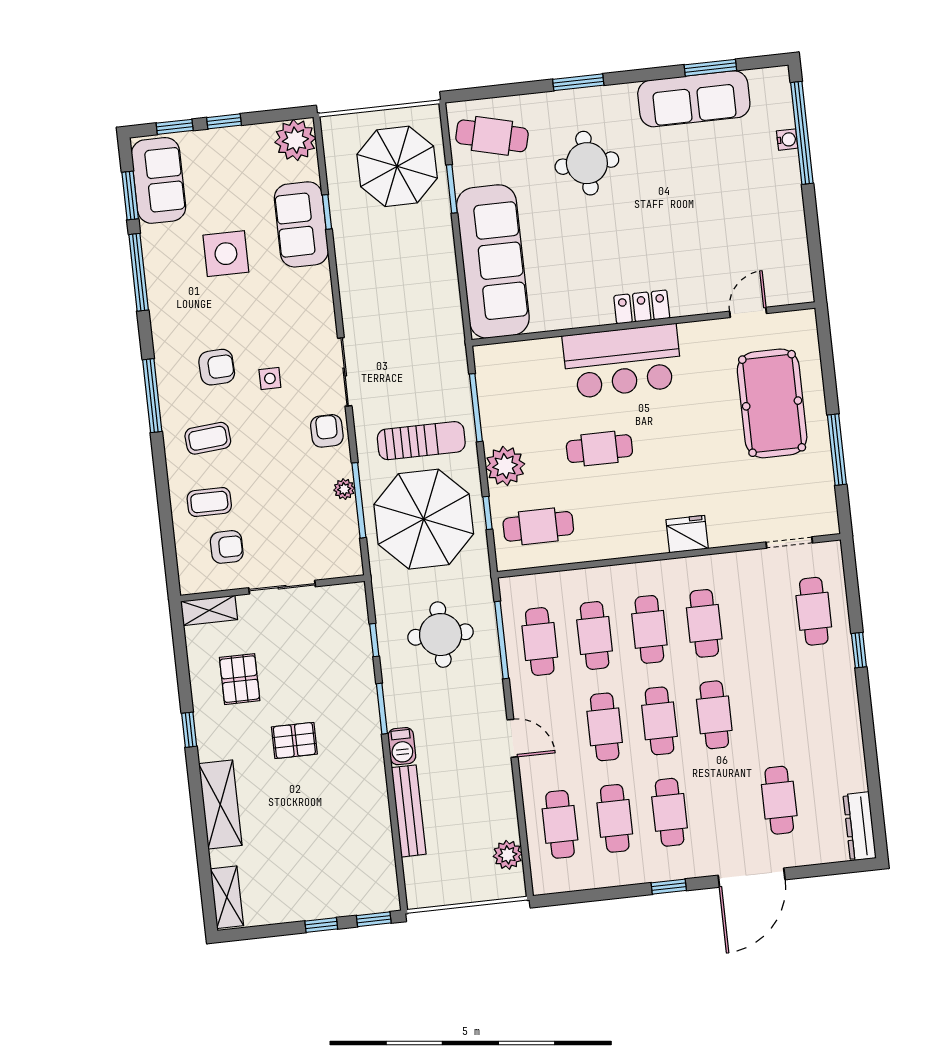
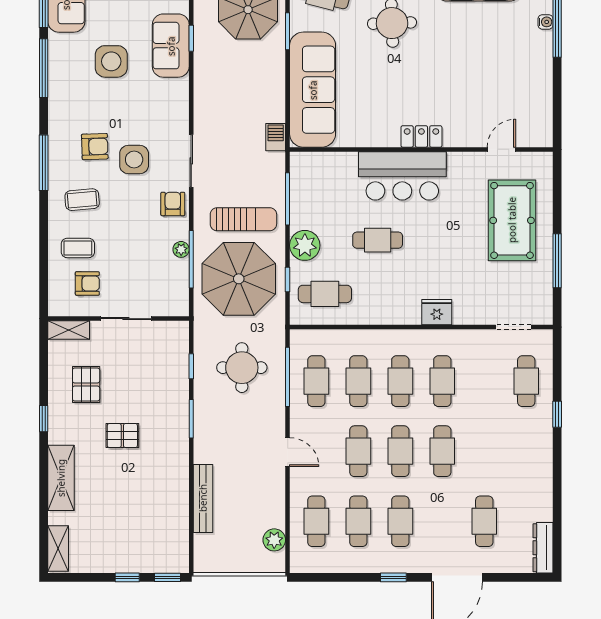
side table: (270, 378) -> (134, 160), width x1.87, depth x1.87
barbecue: (402, 746) -> (276, 137), moved, turned 180

